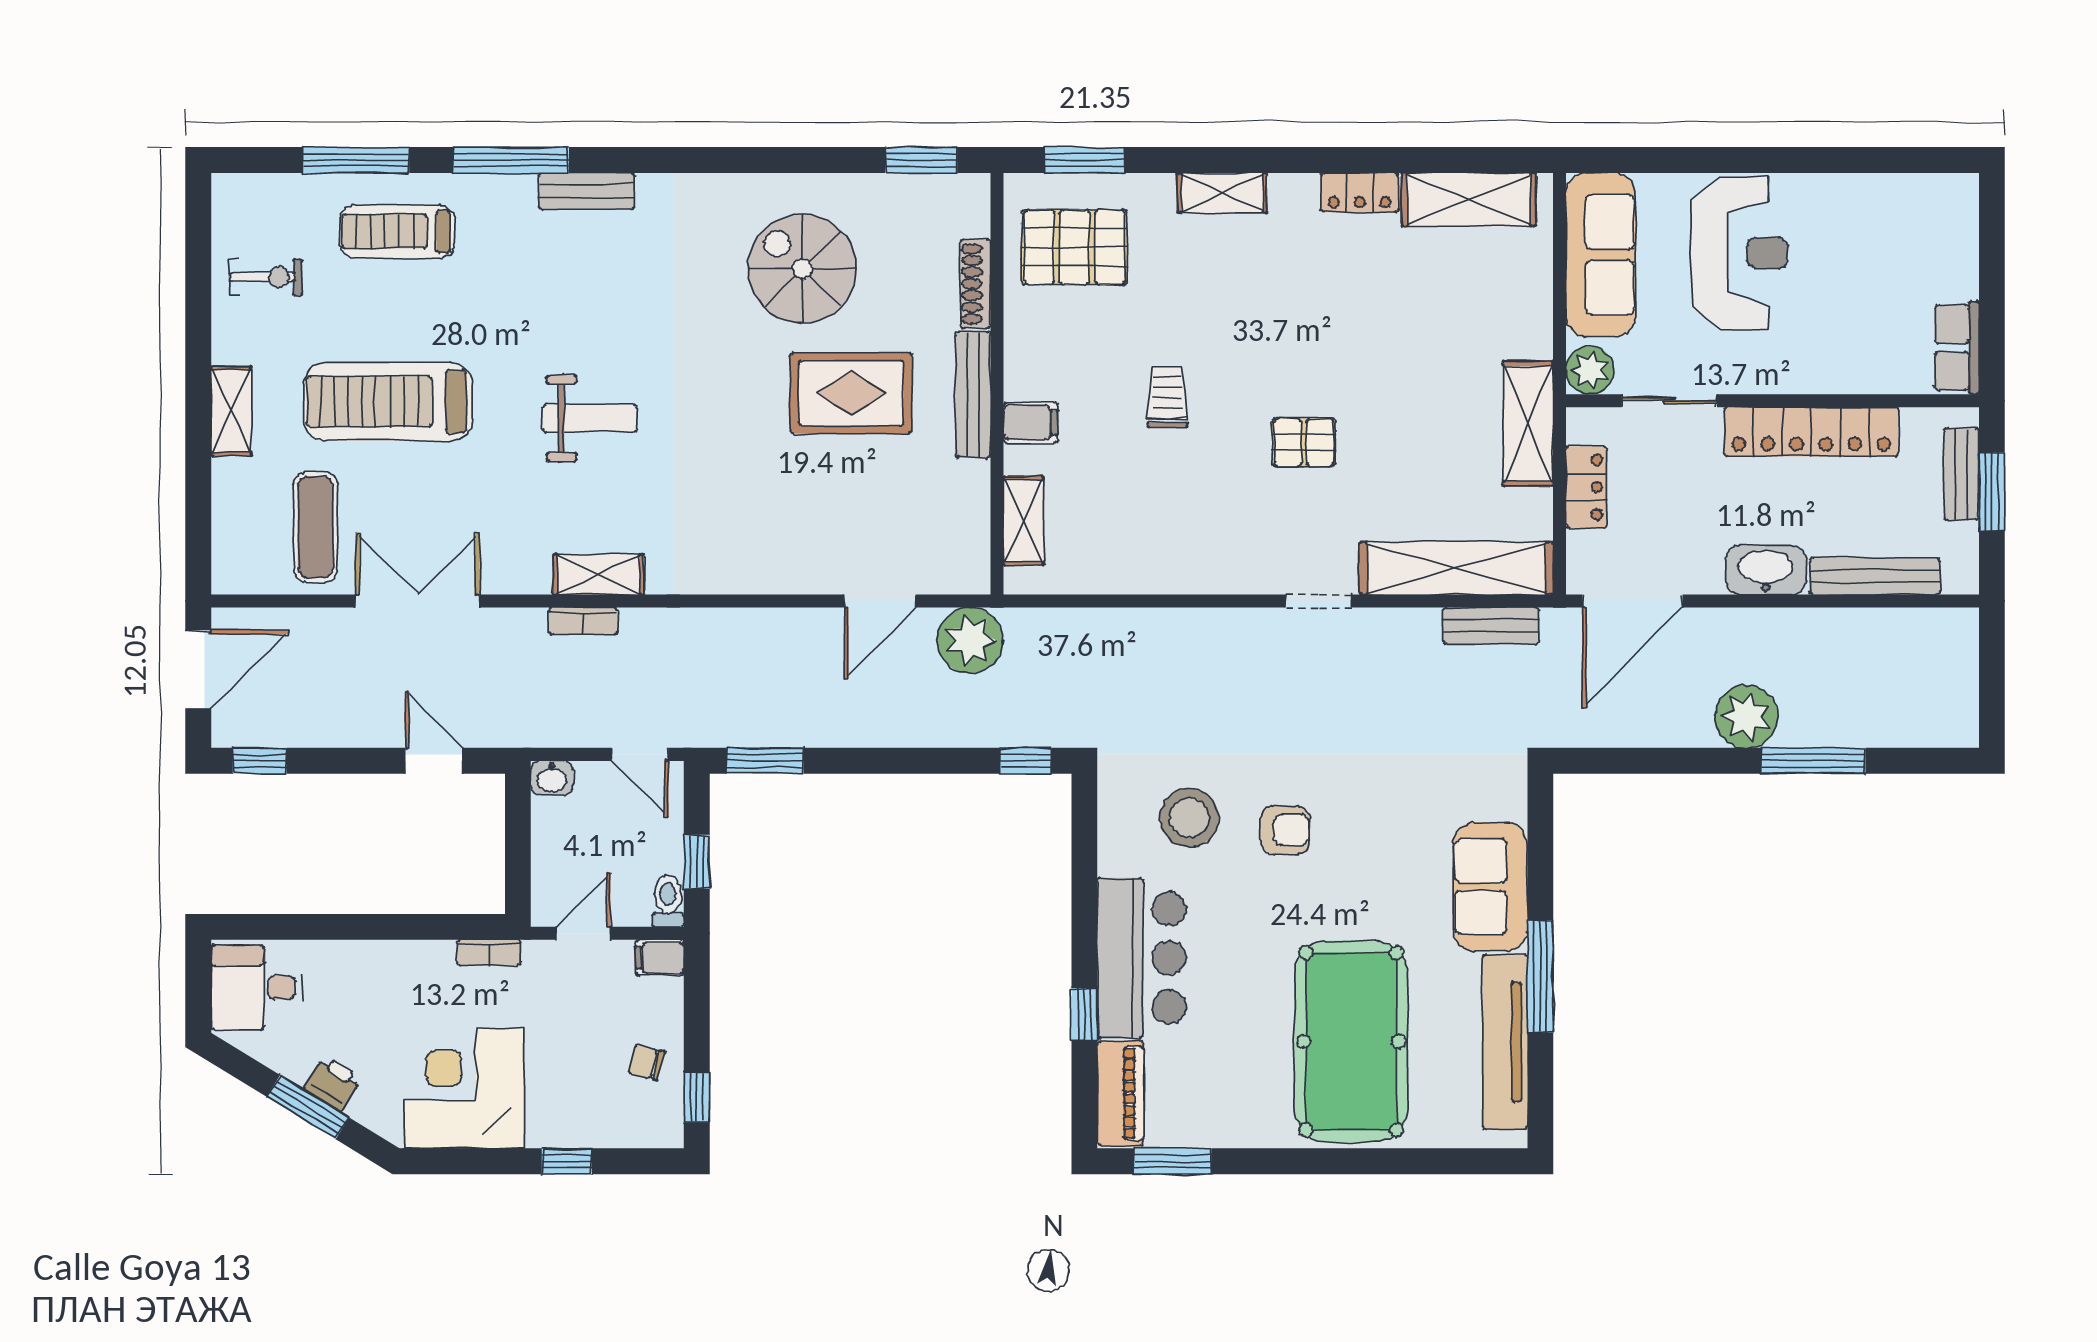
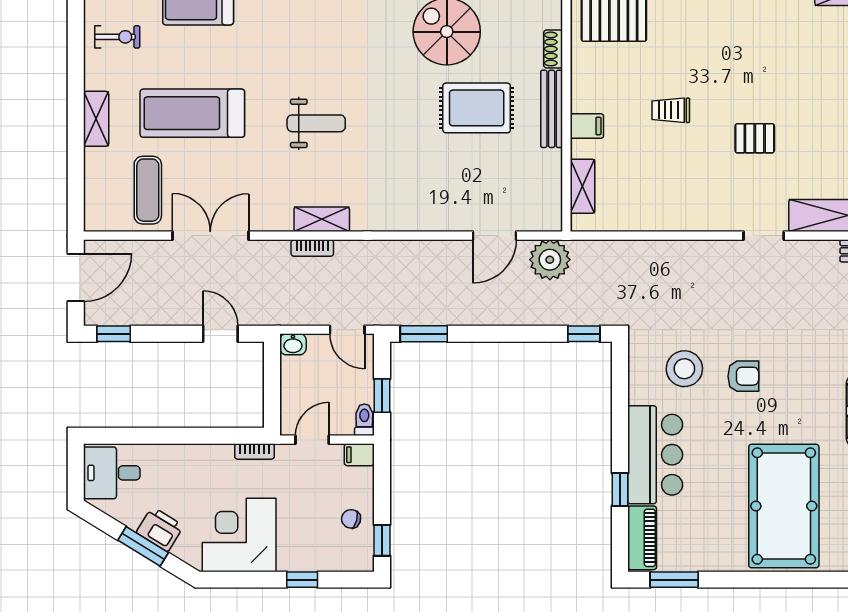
shoe rack: (976, 284) -> (553, 49), width x0.70
trolley: (1167, 397) -> (671, 110), turned -90
printer: (333, 1083) -> (160, 529), width x1.36, depth x1.24

